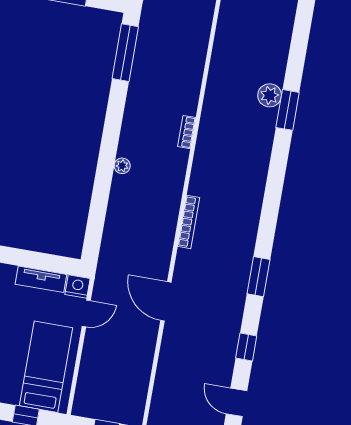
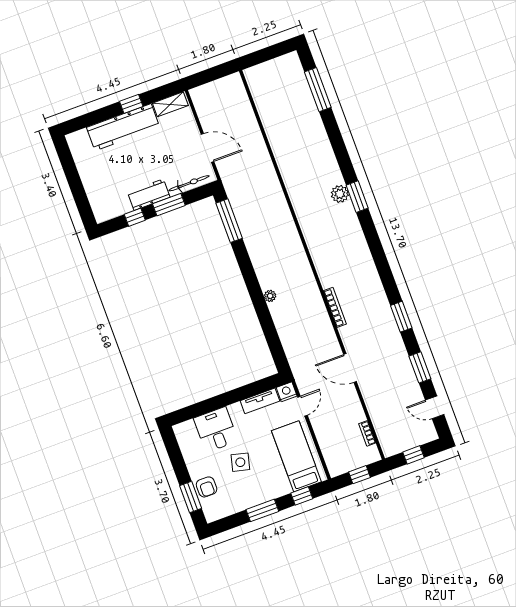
bookcase: (187, 132) -> (367, 433), moved
window: (246, 347) -> (420, 367), width x1.50

